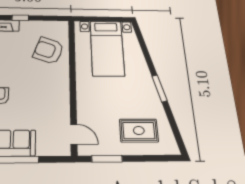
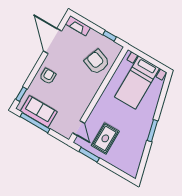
window: (20, 18) -> (110, 36), moved
rug: (139, 131) -> (105, 138), moved, turned 90

